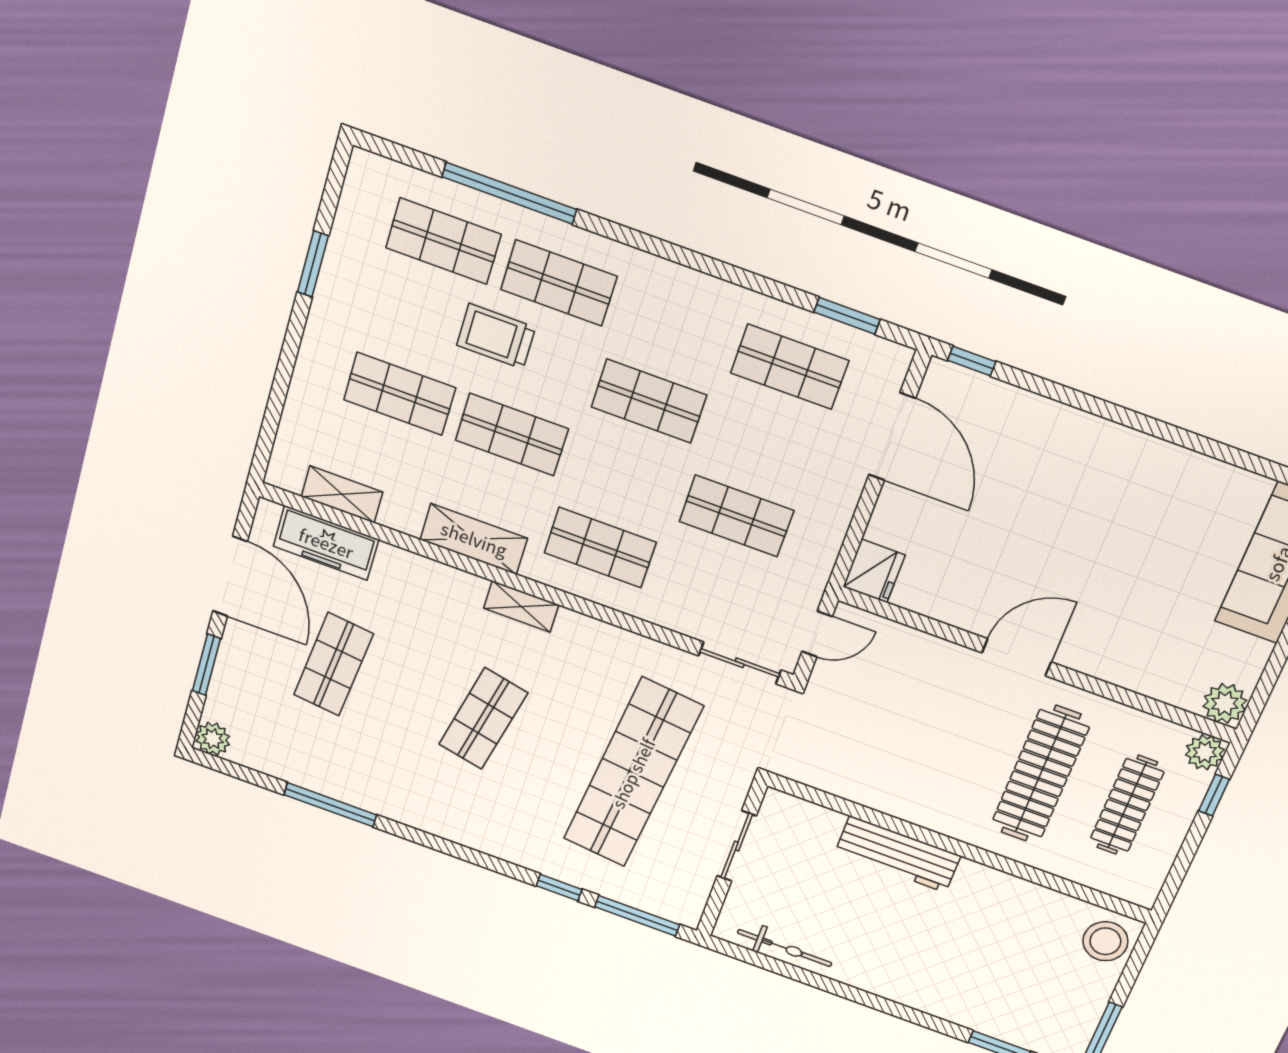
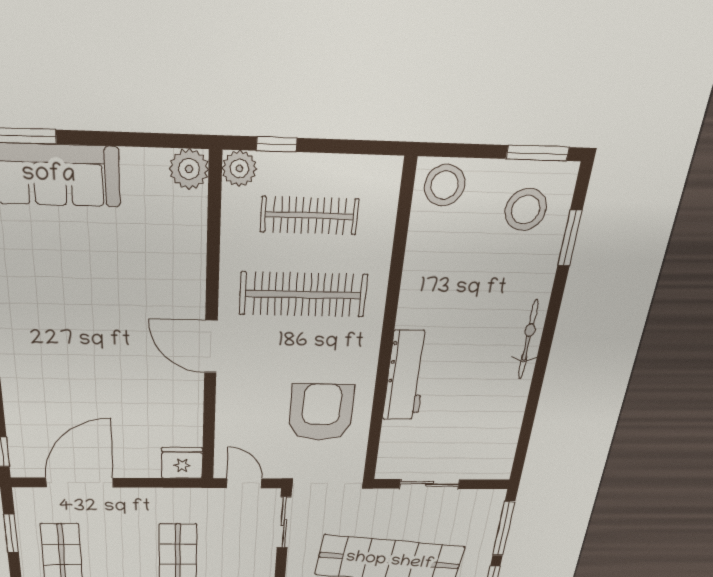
armchair: (884, 751) -> (321, 412), added
bicycle: (785, 948) -> (528, 340), moved
stool: (1048, 1011) -> (526, 210), added

